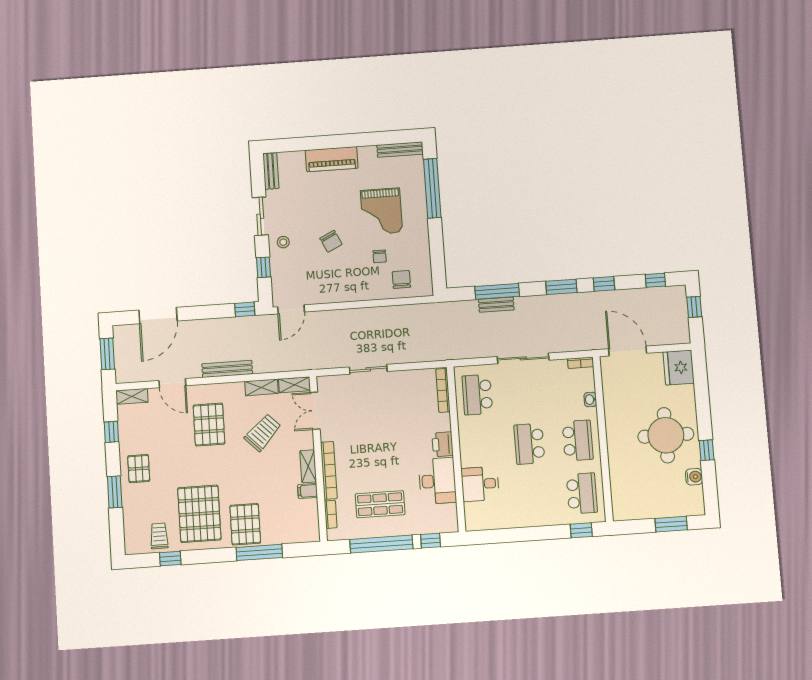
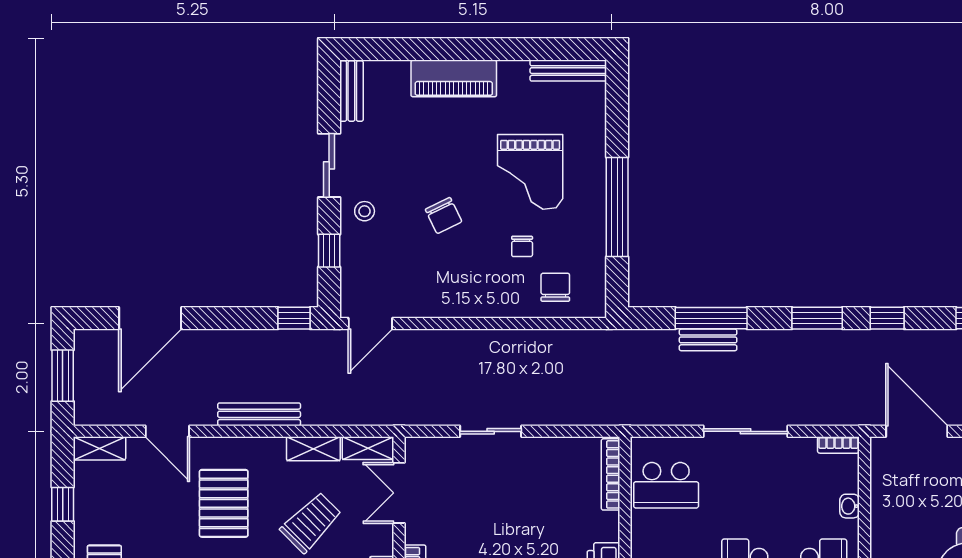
window: (432, 188) -> (617, 207), moved
school desk: (477, 395) -> (666, 485), turned -90

